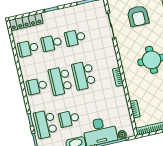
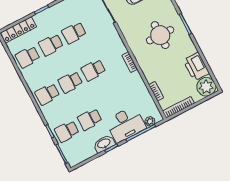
school desk: (84, 75) -> (93, 70), width x0.54
school desk: (60, 81) -> (70, 82), width x0.54
school desk: (45, 124) -> (67, 131), width x0.54

